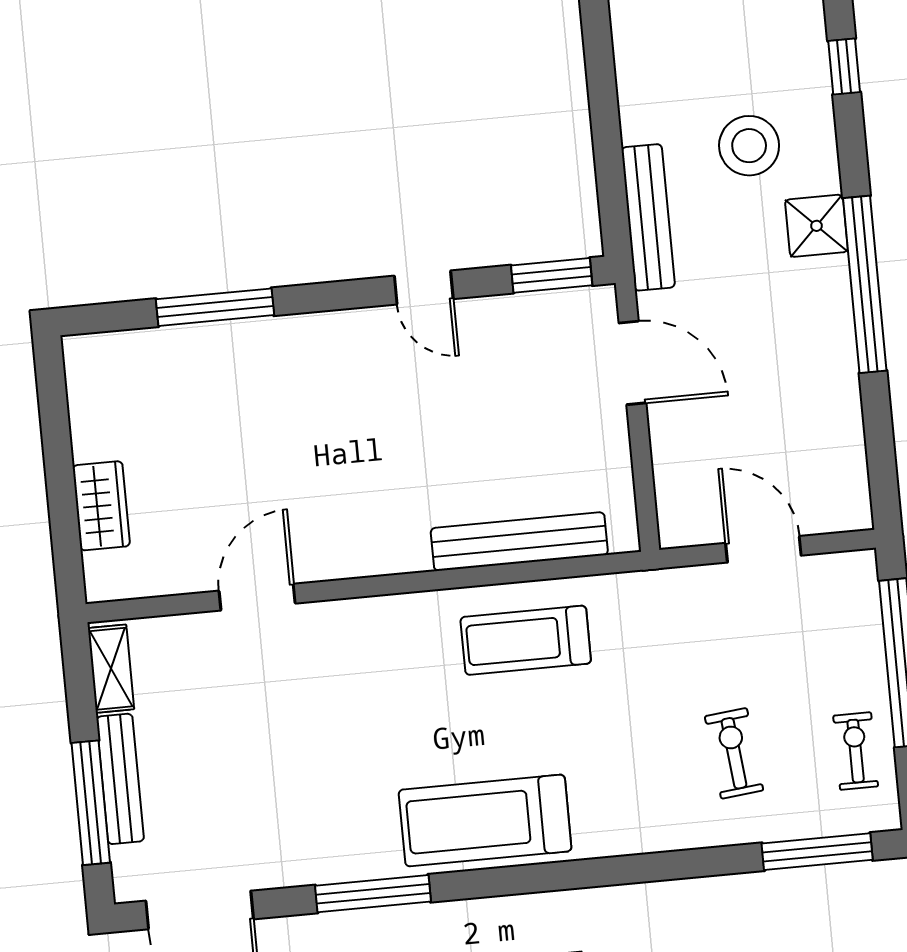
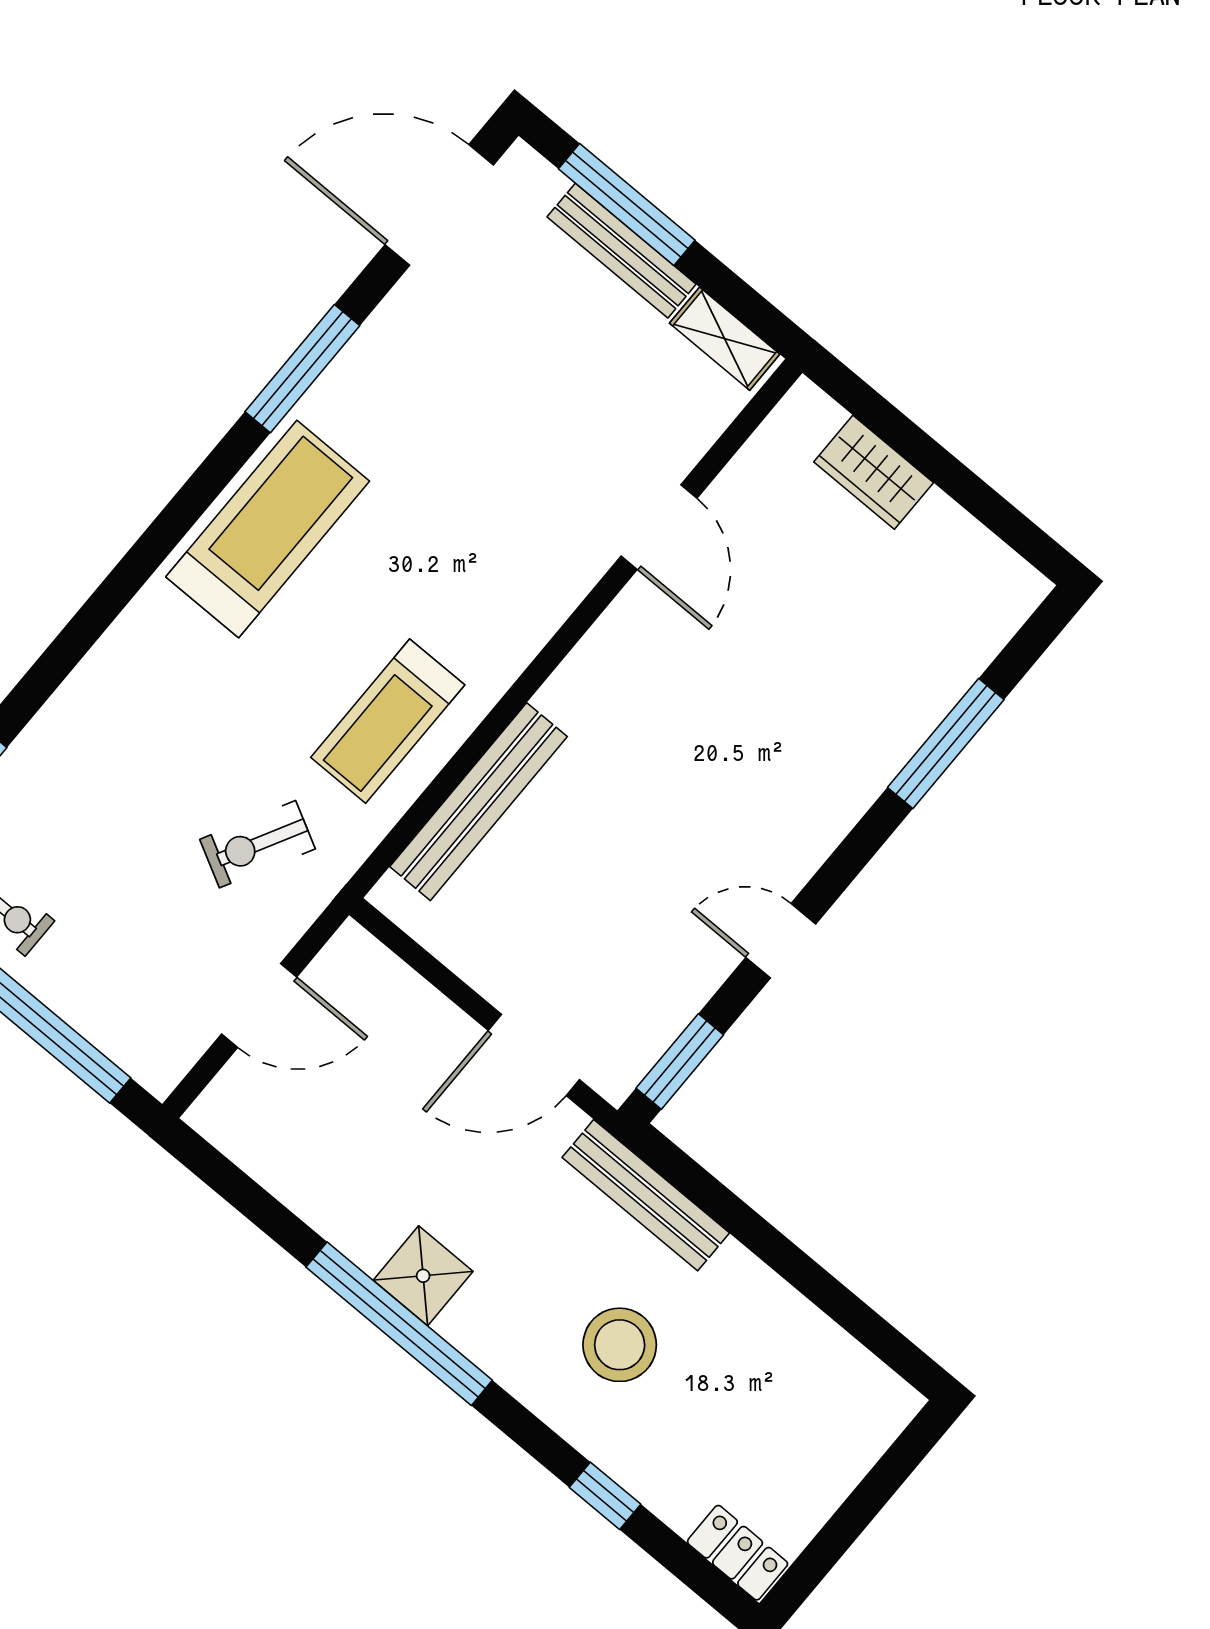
shower: (817, 226) -> (423, 1276), moved
treadmill: (526, 640) -> (388, 721), turned 180
exercise bike: (734, 753) -> (258, 844), moved, turned 124

